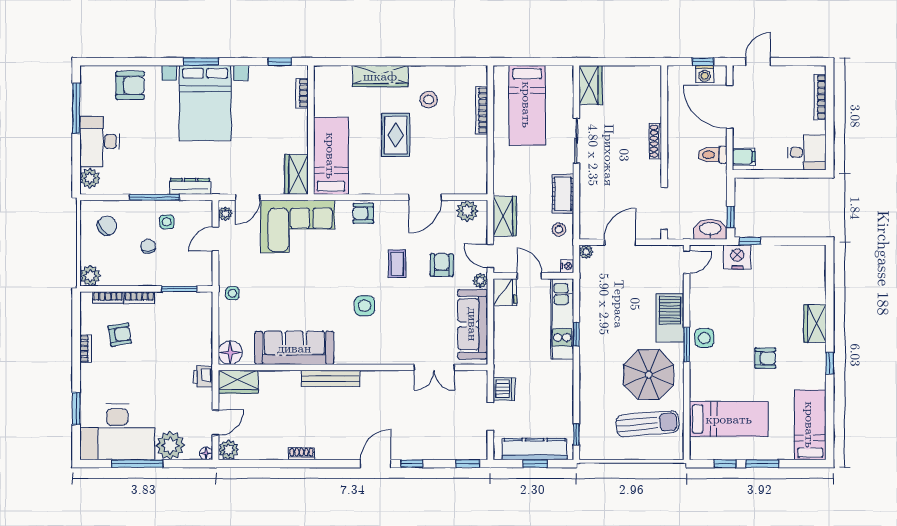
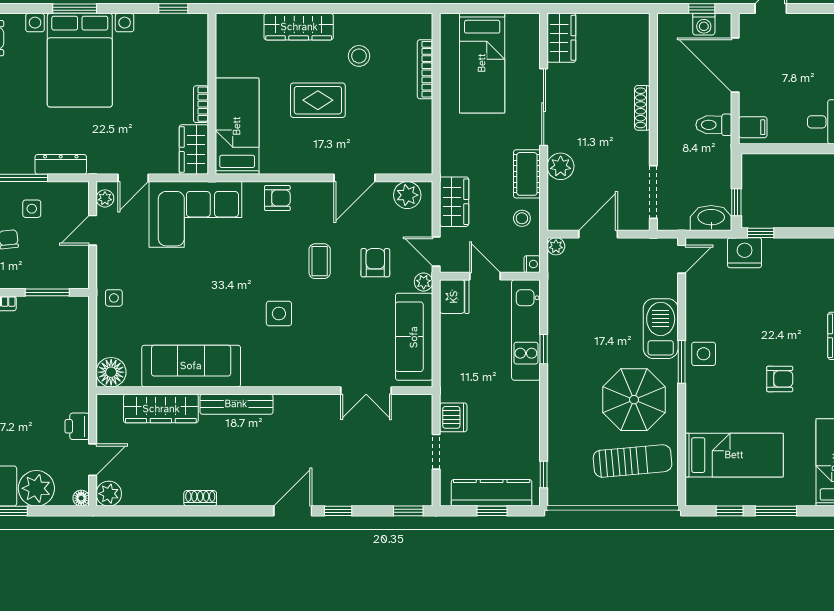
bookcase: (302, 93) -> (201, 104), moved
rug: (396, 135) -> (318, 100), turned 90
sliding door: (576, 141) -> (544, 107), width x1.37
plant: (590, 188) -> (561, 166), added
armchair: (363, 213) -> (277, 198), turned 180
printer: (203, 377) -> (77, 426), moved
wardrobe: (238, 382) -> (161, 409), moved, width x1.50

